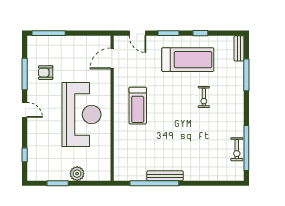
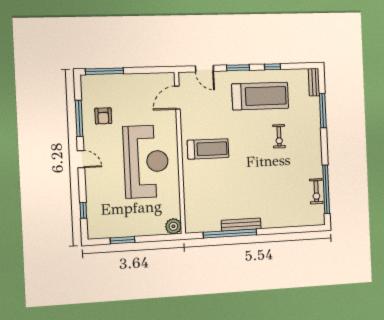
armchair: (46, 73) -> (103, 116), turned -90
treadmill: (138, 106) -> (208, 149), turned -90
plant: (77, 174) -> (173, 226), moved

